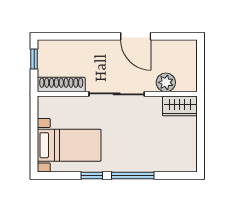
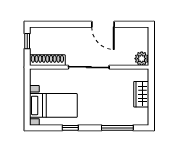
plant: (166, 82) -> (142, 59), moved
wardrobe: (180, 106) -> (141, 94), moved, turned 90
window: (133, 175) -> (117, 128), moved

